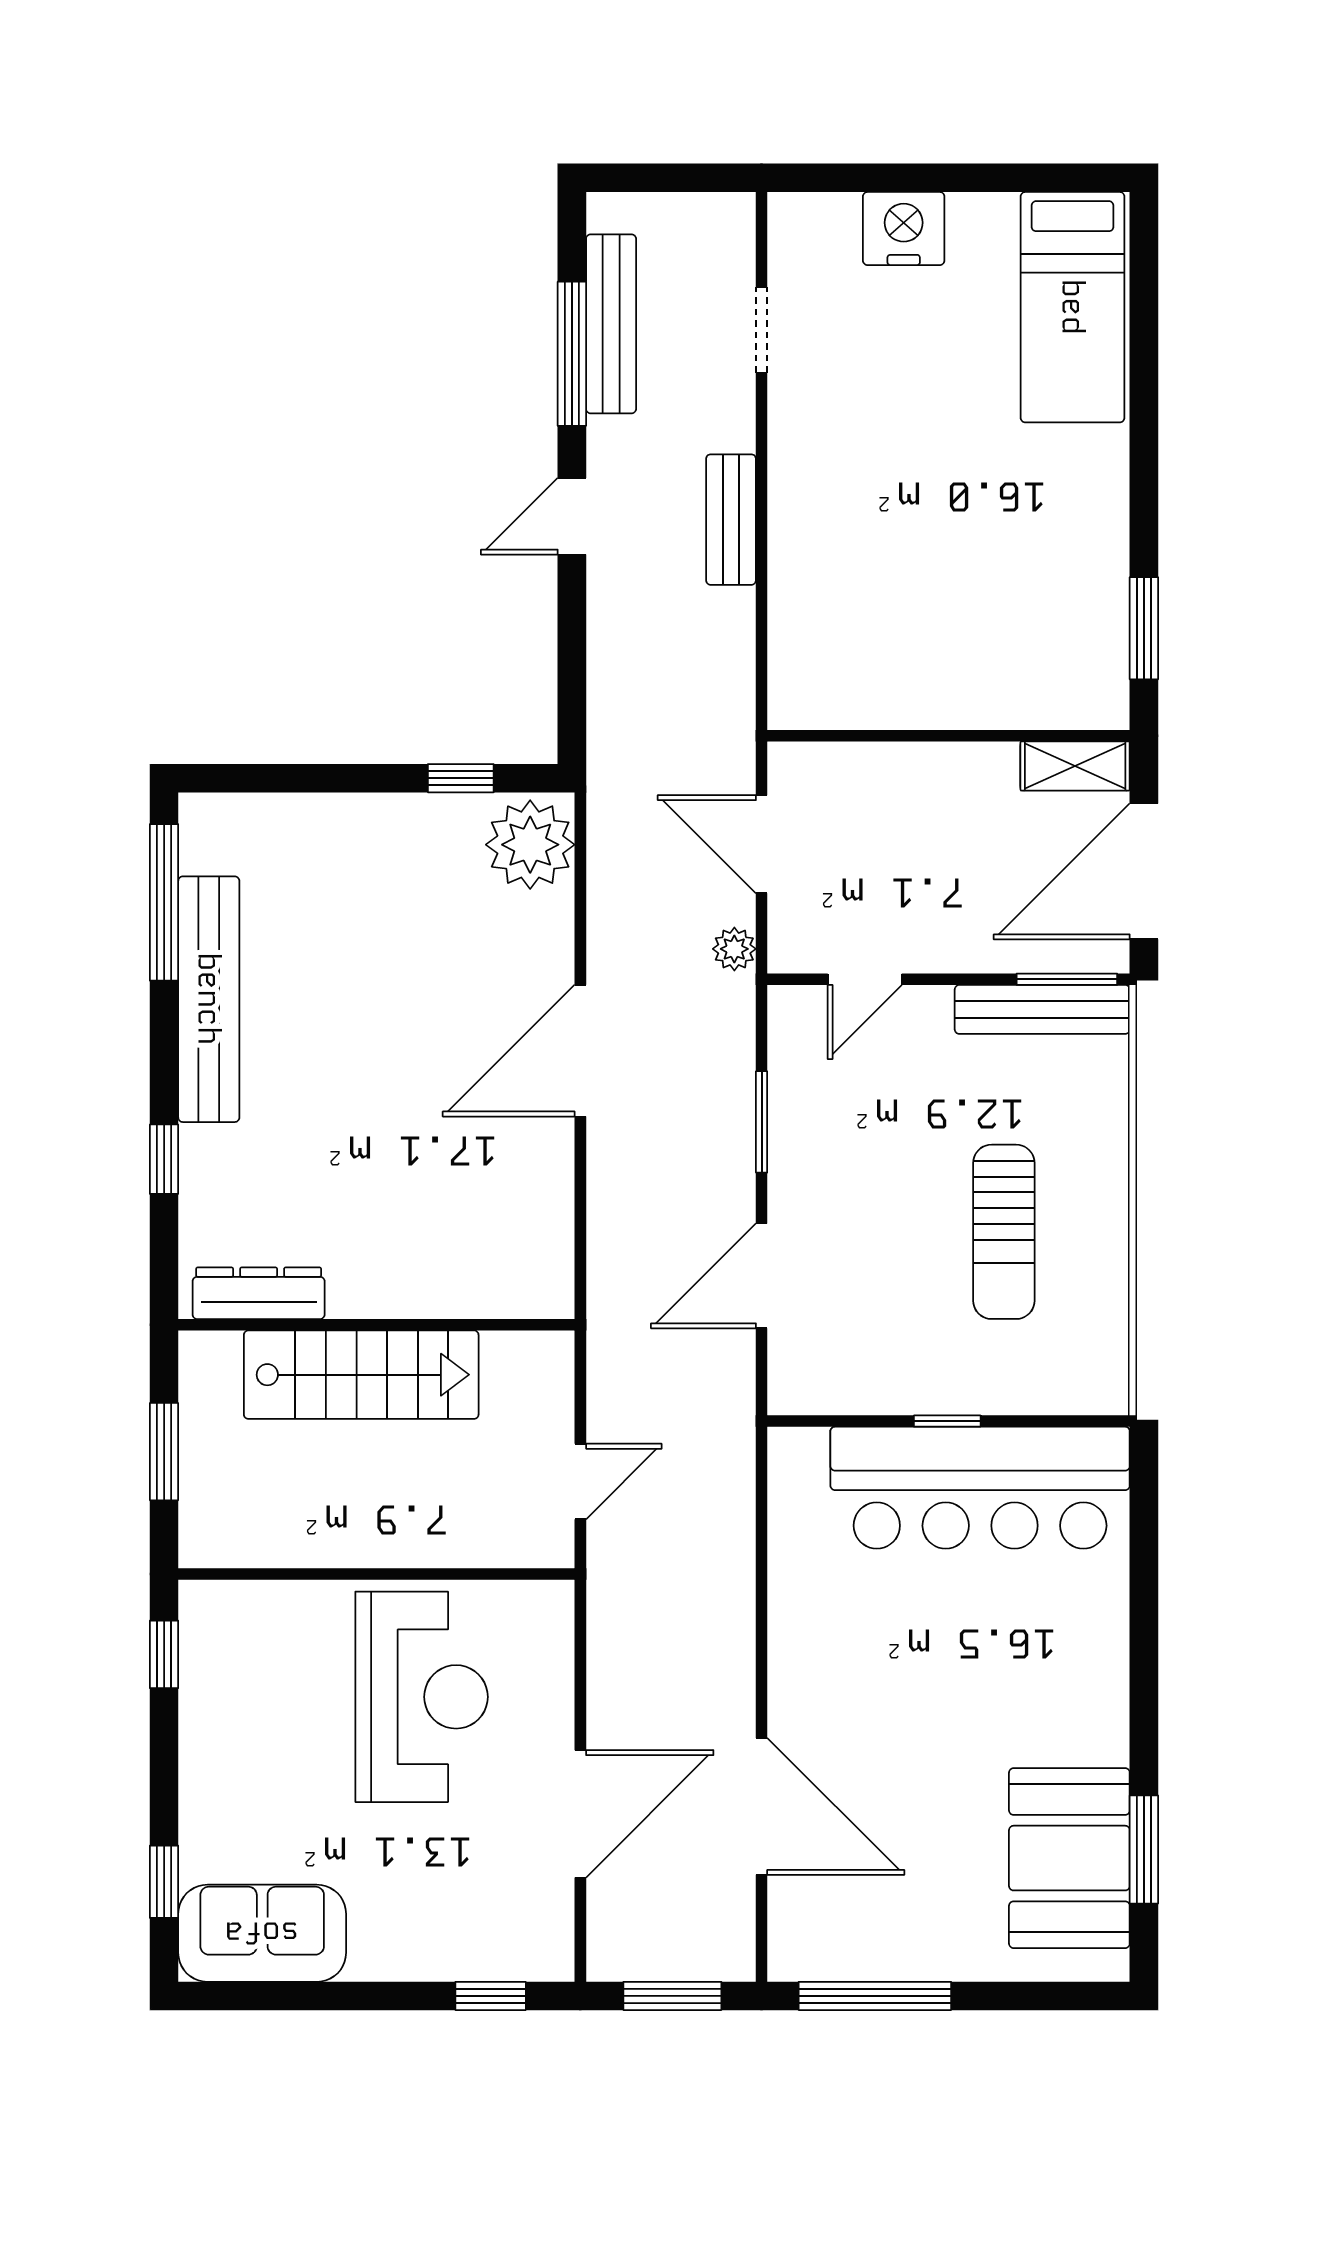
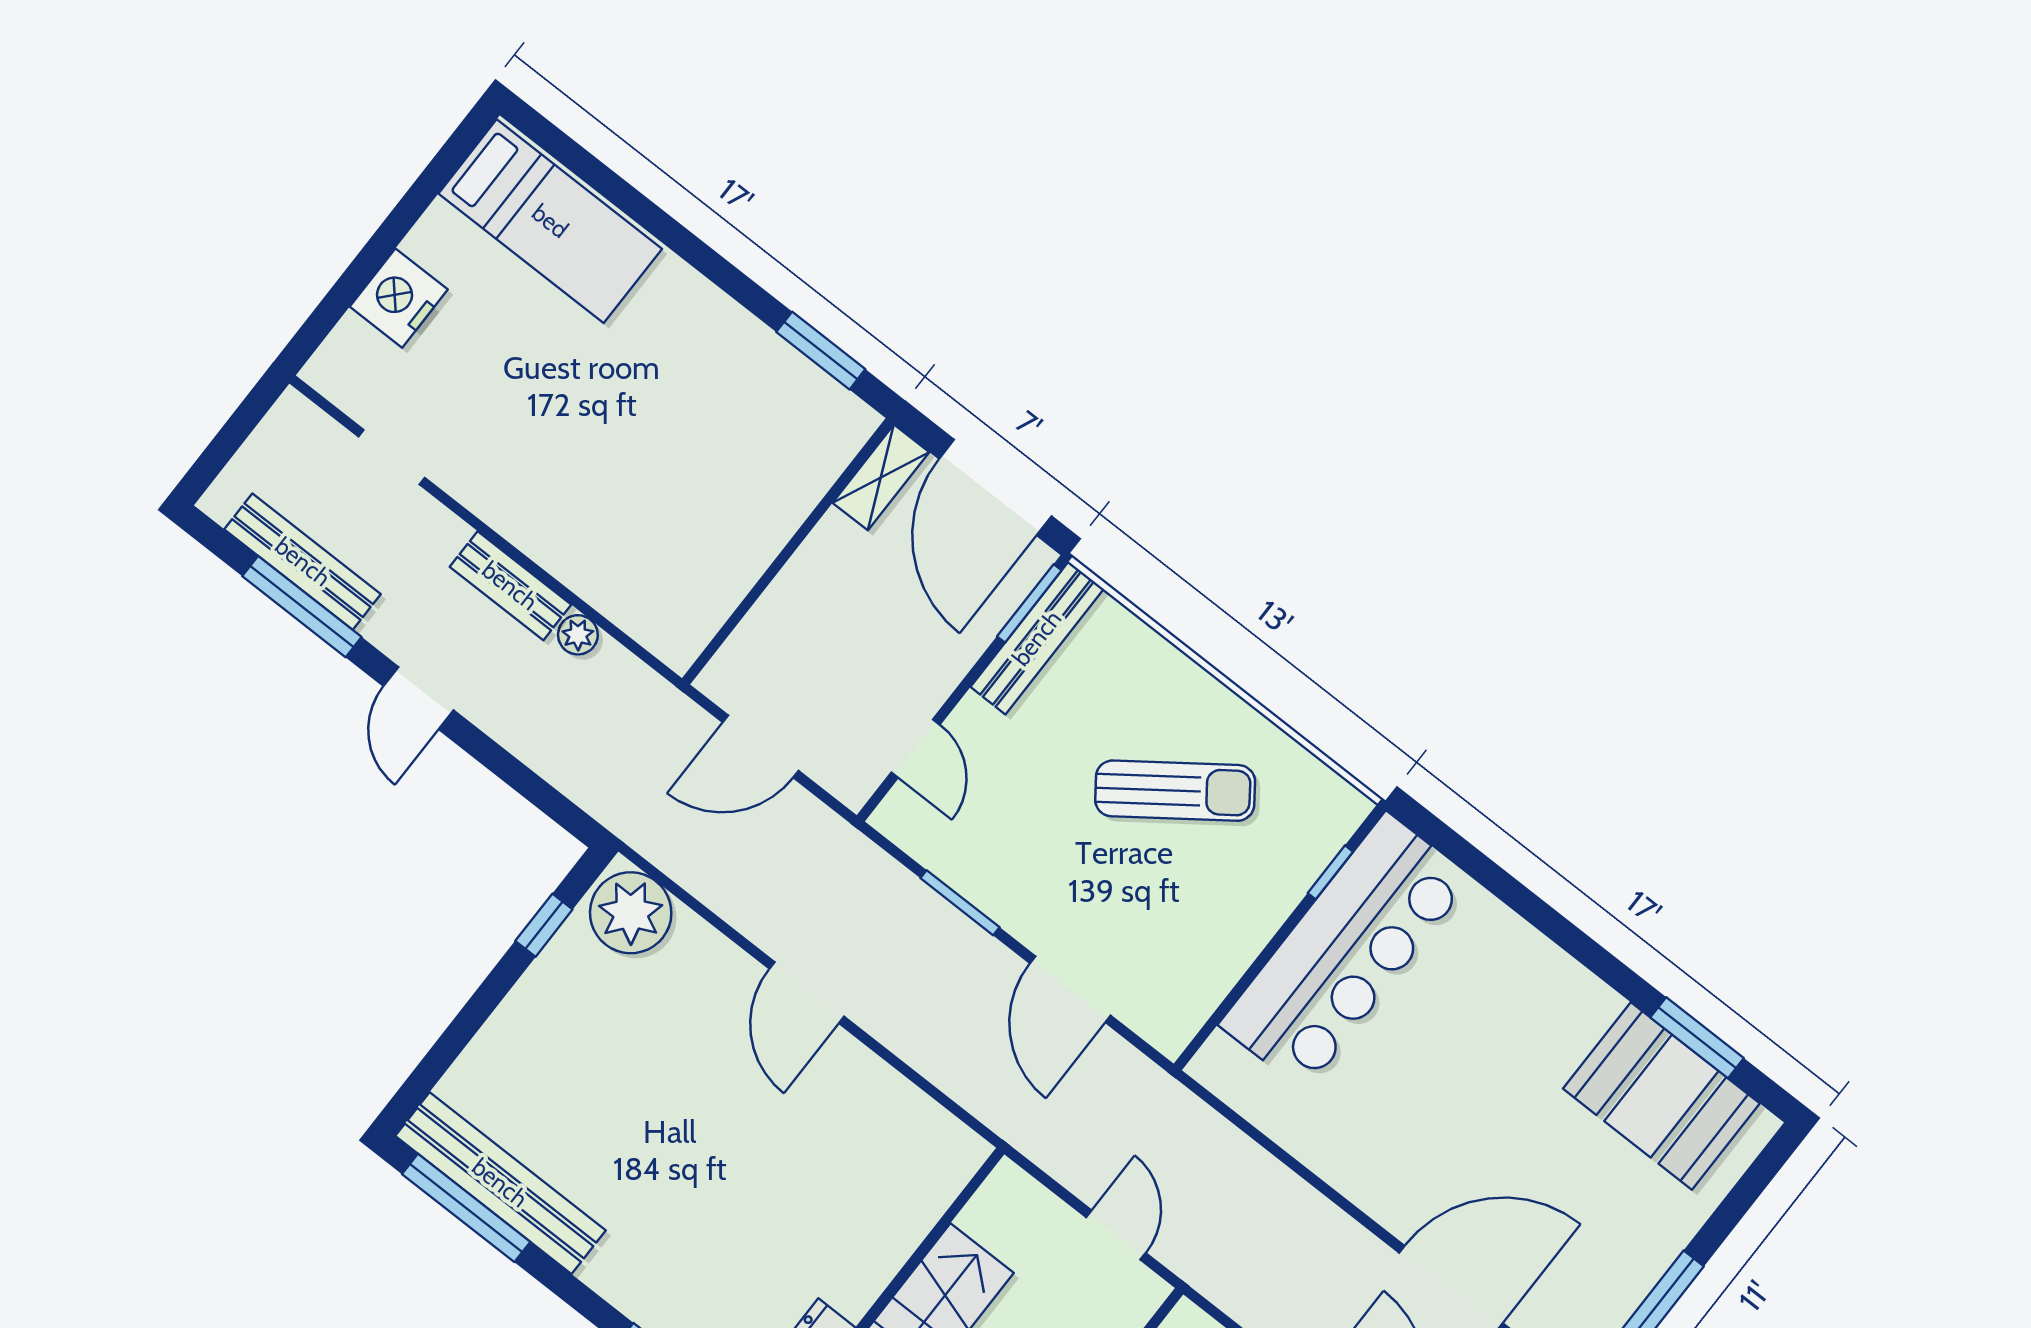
plant: (734, 949) -> (578, 635), moved
bench: (209, 999) -> (500, 1183), moved
door: (580, 1051) -> (807, 993), width x0.73
sun lounger: (1004, 1232) -> (1175, 791), turned -36
window: (947, 1421) -> (1330, 872), moved

